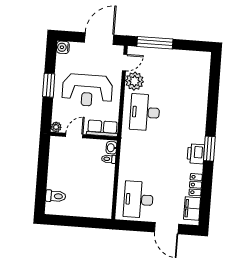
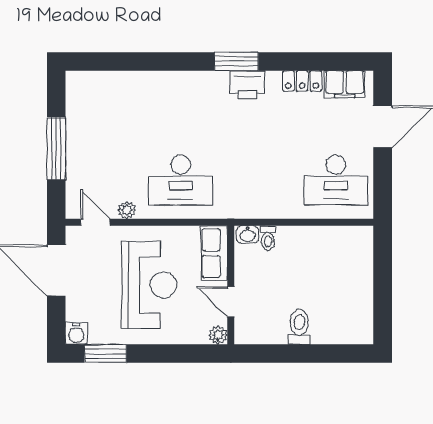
window: (155, 43) -> (56, 149), moved
plant: (134, 81) -> (127, 210), width x0.53, depth x0.53
window: (49, 85) -> (106, 354), moved
toilet: (56, 196) -> (299, 327), moved

